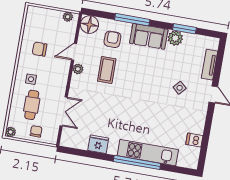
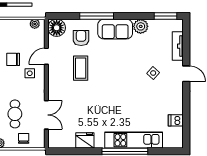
window: (184, 29) -> (166, 16), moved
plant: (78, 69) -> (53, 72), removed
side table: (31, 79) -> (30, 73), moved

